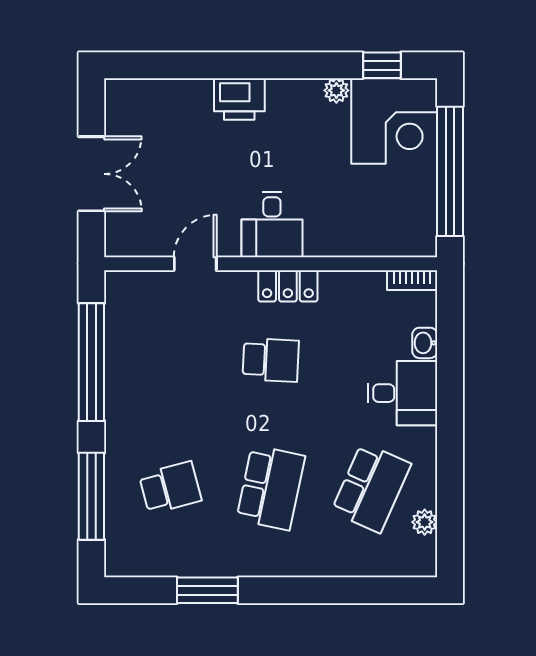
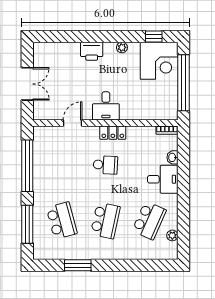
plant: (336, 90) -> (122, 47), moved
school desk: (170, 488) -> (62, 220), width x1.85

